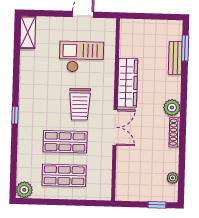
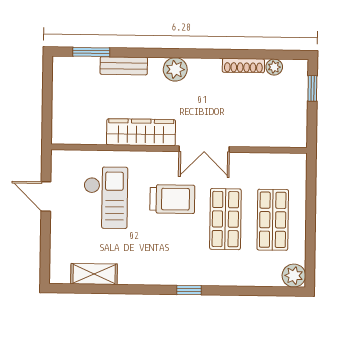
shelving: (28, 32) -> (94, 274), moved
checkout: (81, 57) -> (106, 198), turned 180
bench: (175, 58) -> (124, 66), moved
double door: (115, 127) -> (204, 149), swing flipped
shoe rack: (175, 132) -> (243, 66), moved

